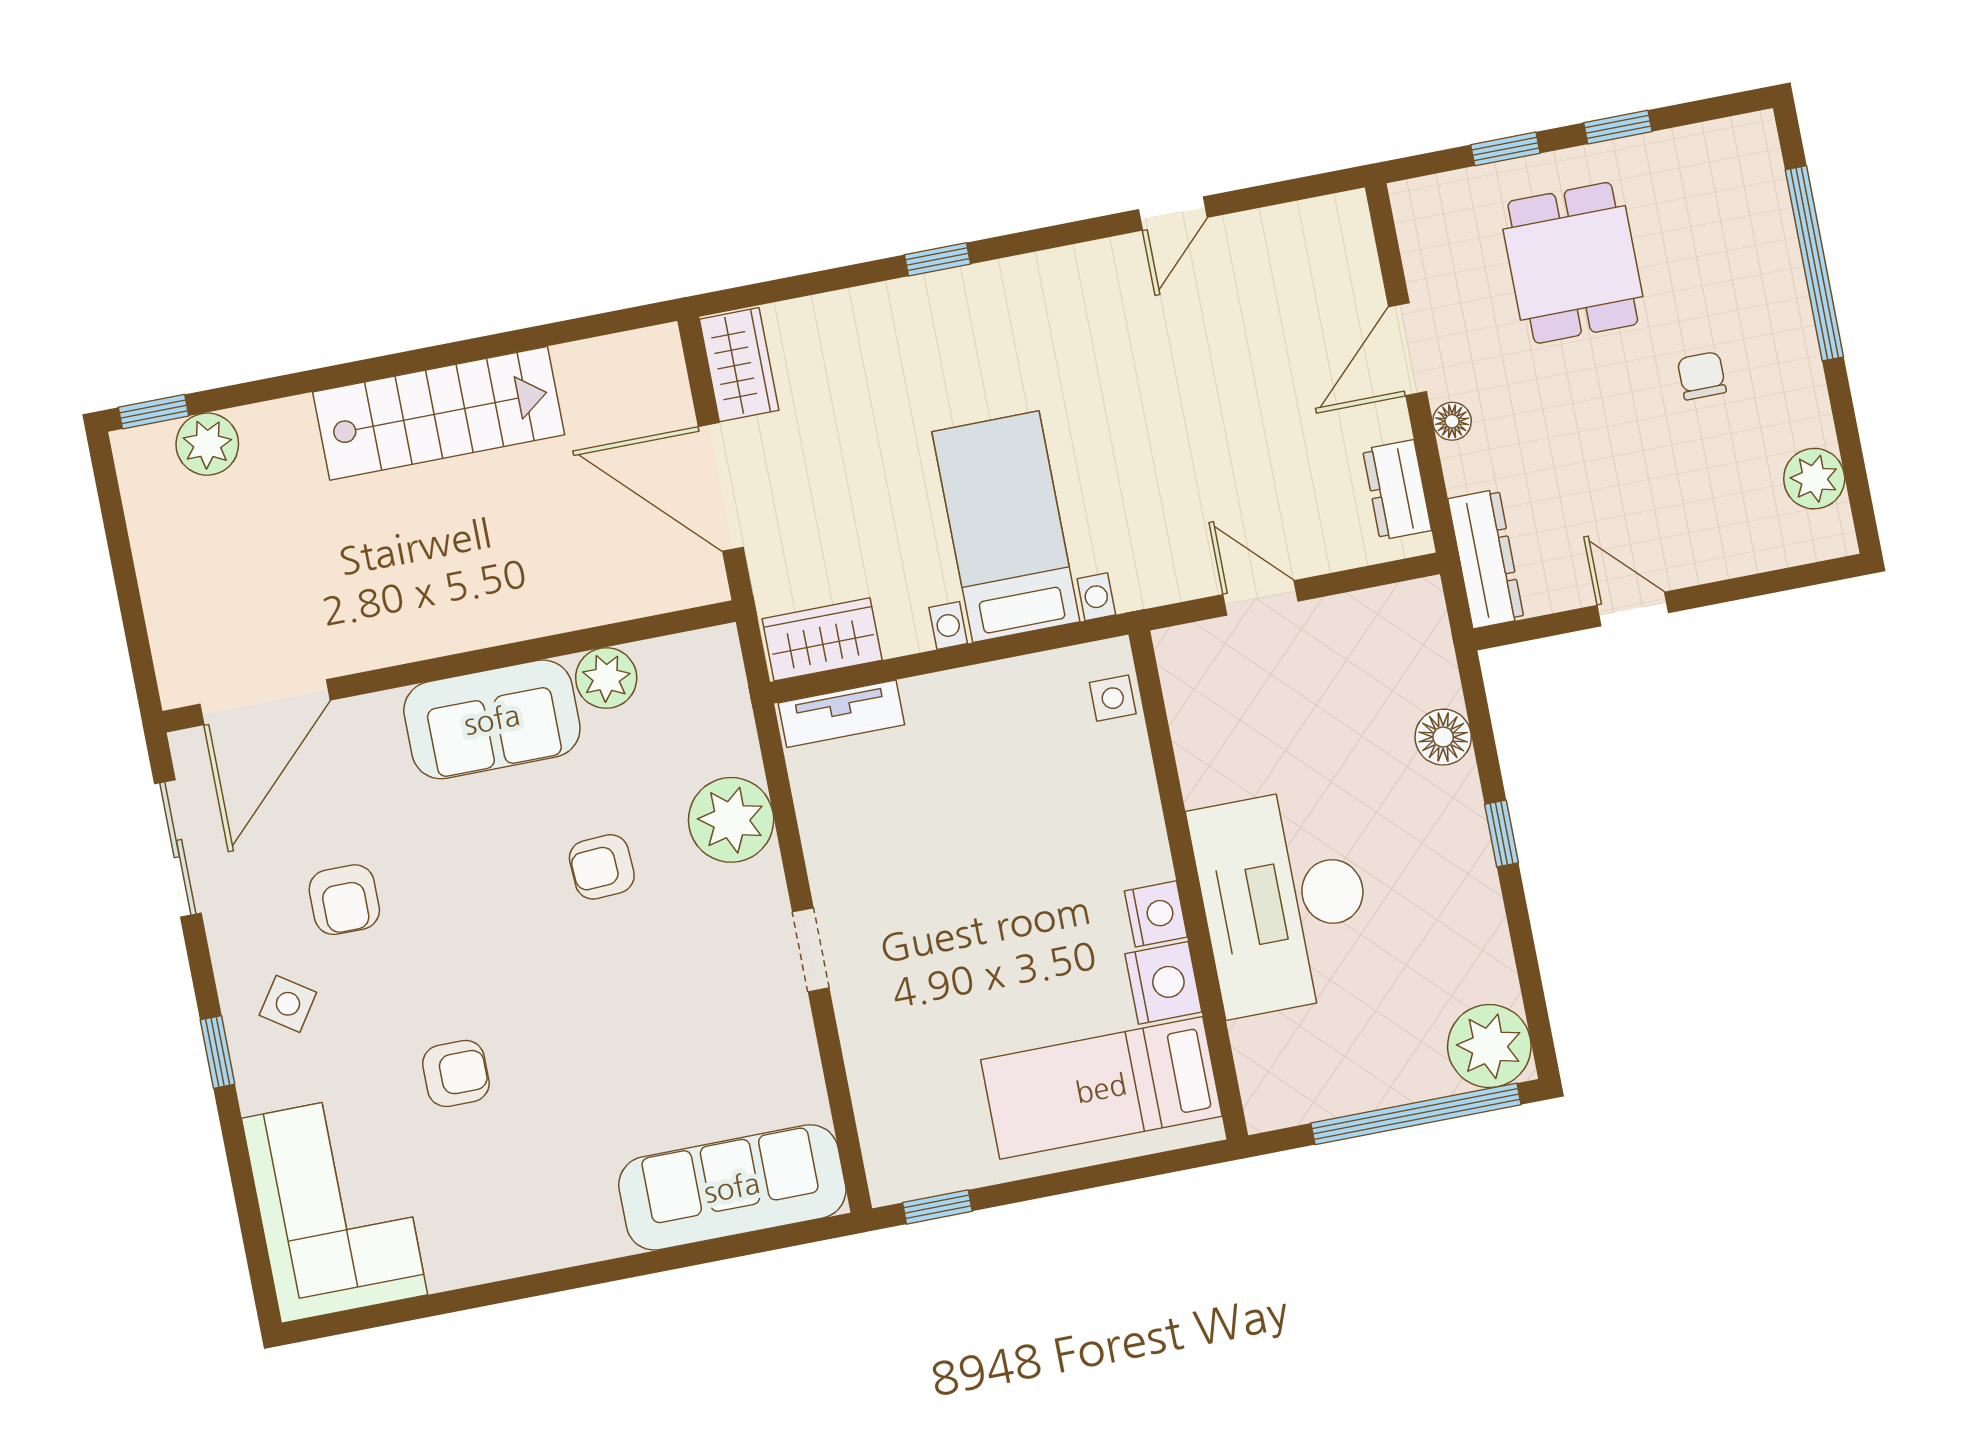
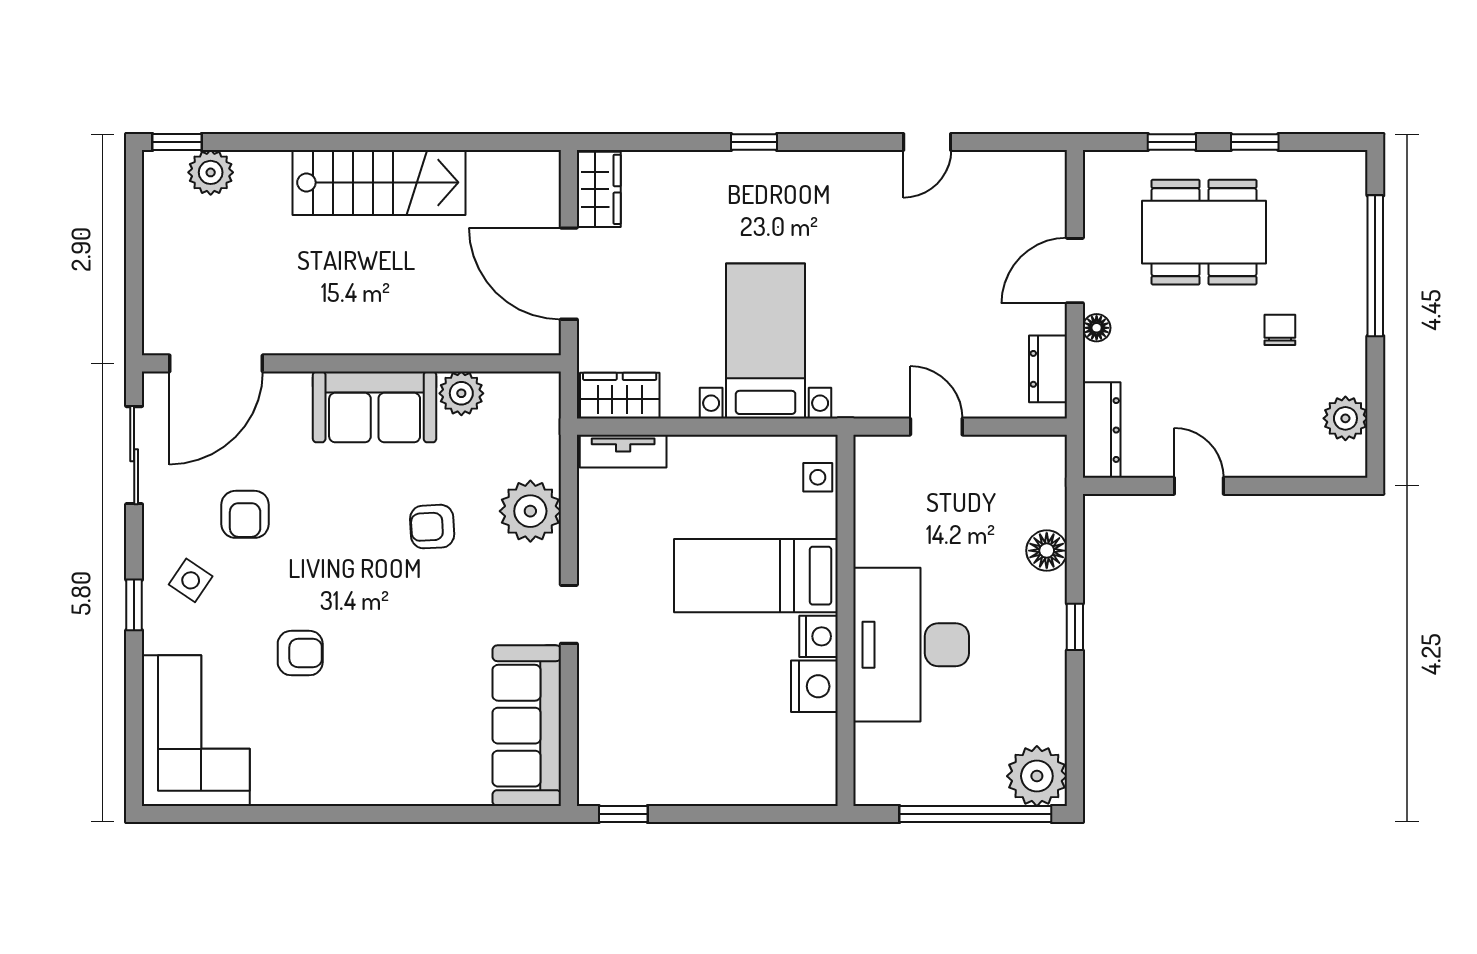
dining table: (1573, 263) -> (1204, 232), width x1.38
bed: (1101, 1088) -> (756, 576), moved
sofa: (732, 1187) -> (527, 726), moved, turned -90

